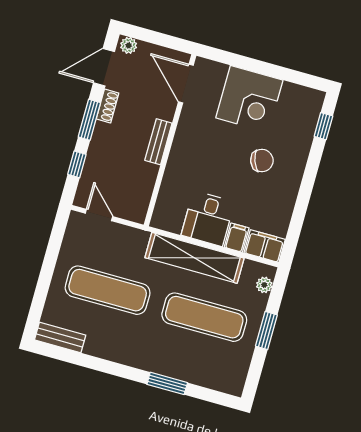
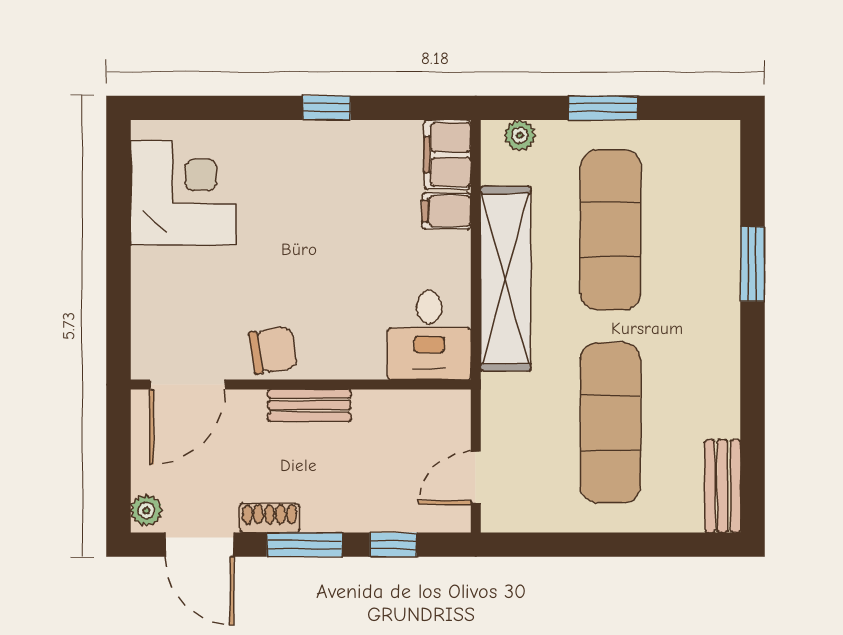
corner desk: (249, 99) -> (183, 193), moved
window: (323, 126) -> (327, 108), moved
chair: (262, 161) -> (273, 350), moved, turned 101
desk: (208, 219) -> (429, 335), moved, turned 90

